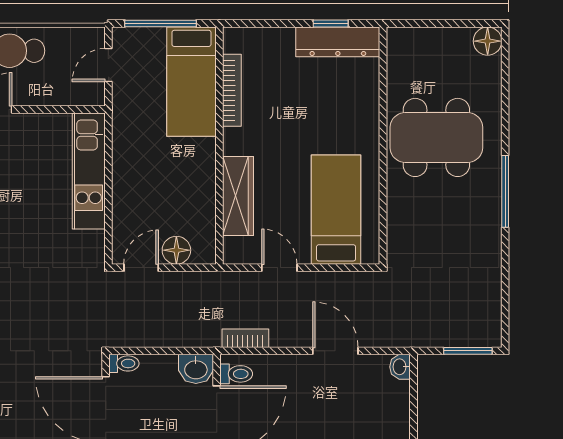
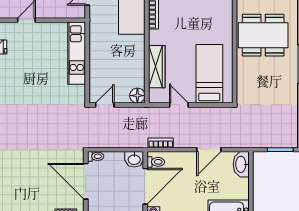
floor lamp: (176, 250) -> (137, 96), moved
door: (335, 351) -> (209, 150), swing flipped
washbasin: (400, 367) -> (241, 164), width x1.91, depth x1.45

